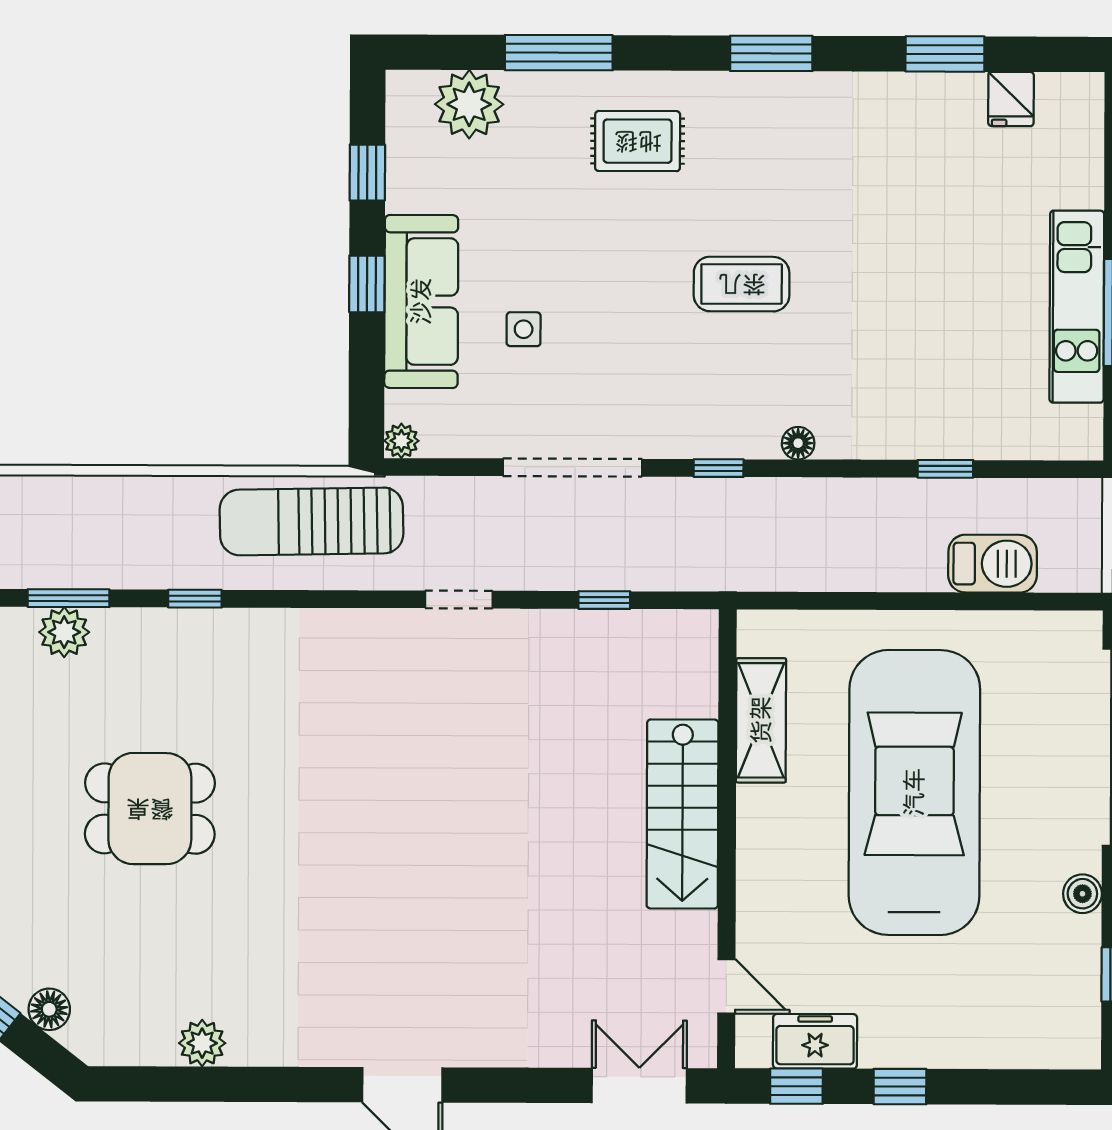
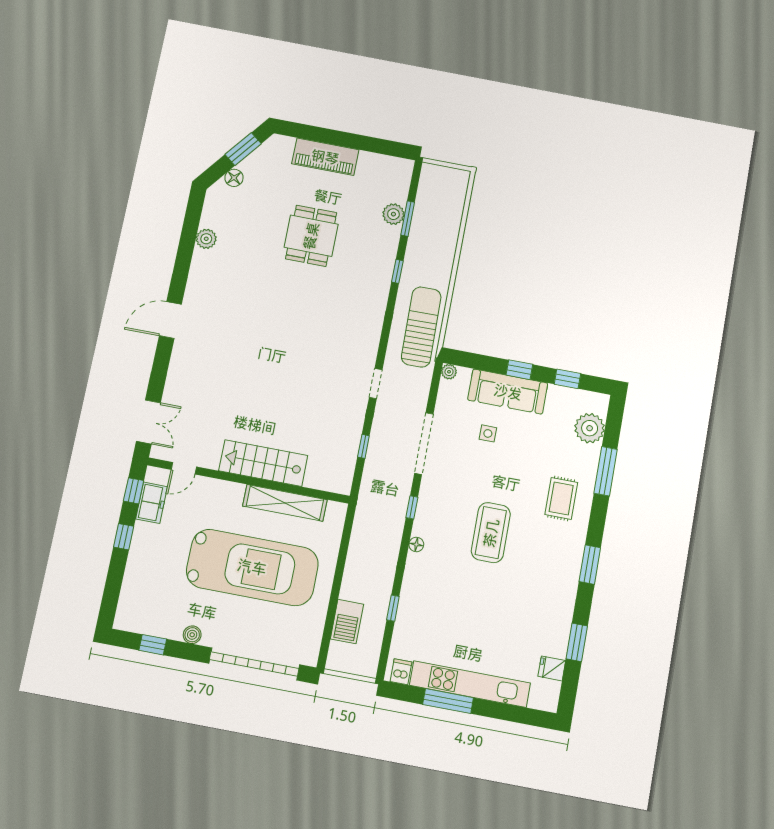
coffee table: (742, 284) -> (491, 533), width x1.36, depth x1.32
kitchen unit: (1077, 307) -> (470, 684), width x1.36
dishwasher: (1078, 426) -> (401, 672), added
shelving: (761, 720) -> (285, 503), width x1.47

